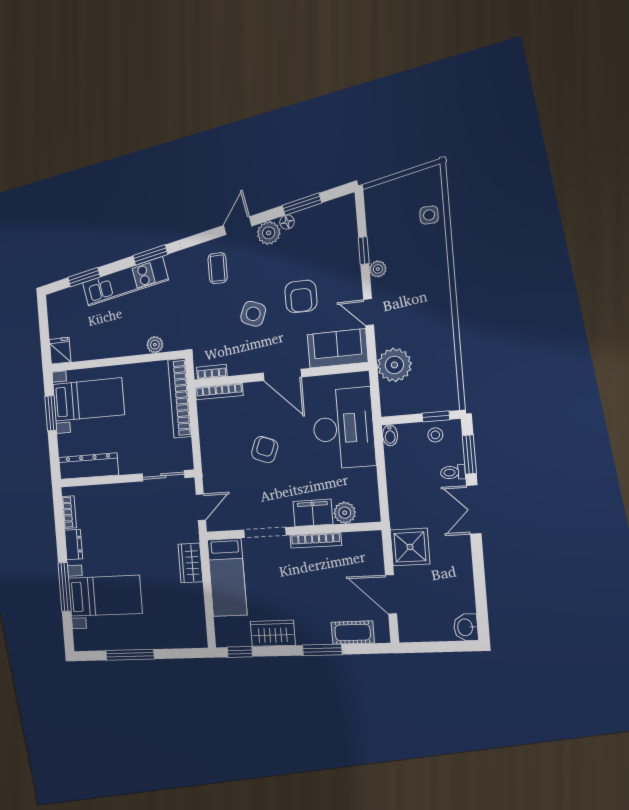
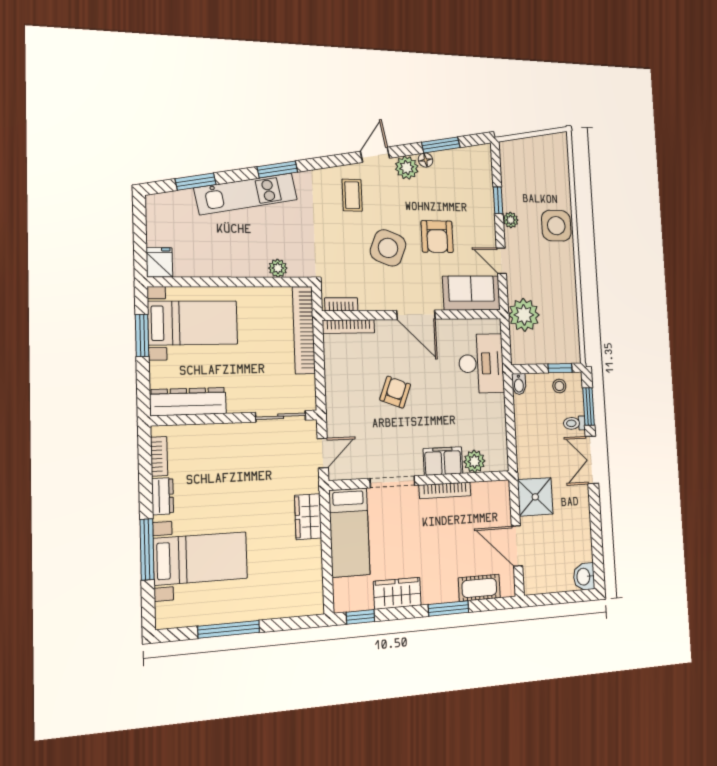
side table: (429, 215) -> (556, 226), moved, width x1.87, depth x1.87
side table: (253, 314) -> (388, 248), width x1.37, depth x1.37
desk: (344, 428) -> (481, 363), width x0.73, depth x0.77

